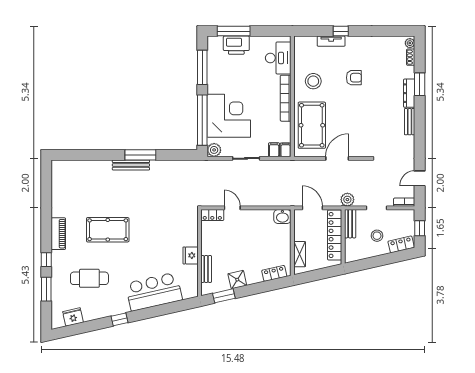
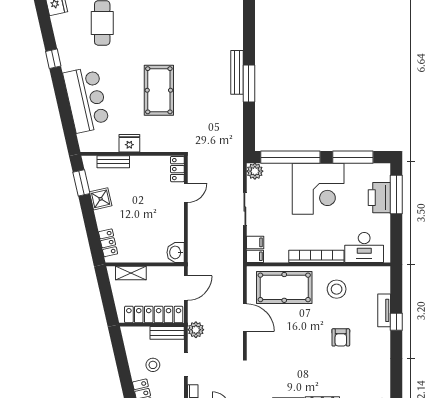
corner desk: (229, 116) -> (318, 189), moved
pool table: (108, 230) -> (159, 90), moved

